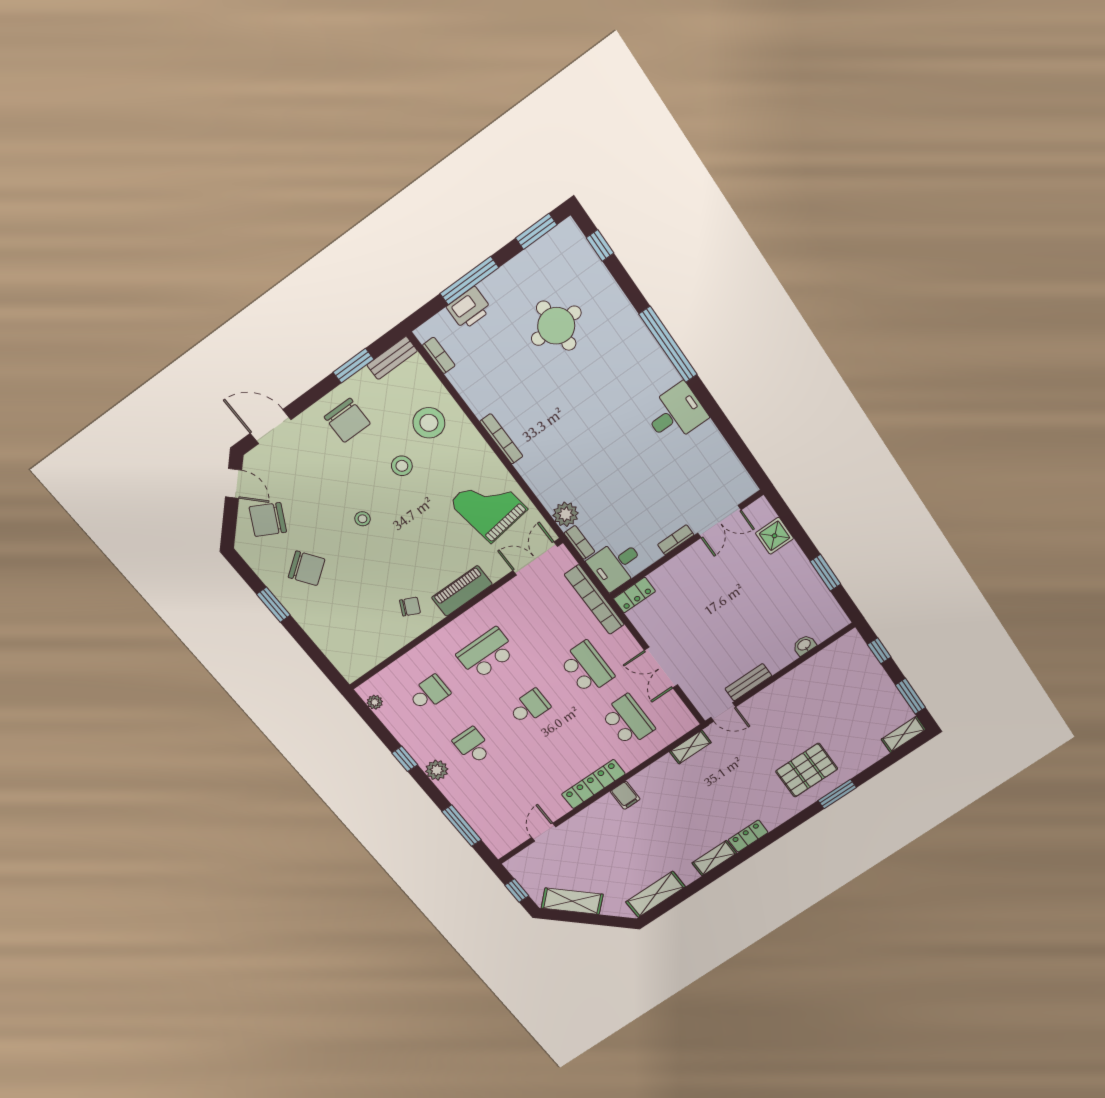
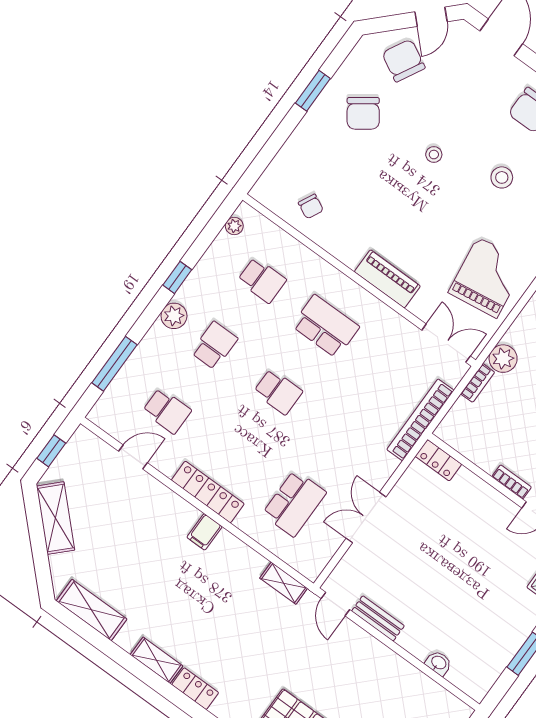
desk: (616, 564) -> (466, 429), removed
chair: (410, 607) -> (311, 206), moved
school desk: (587, 668) -> (167, 411), moved, width x0.54

